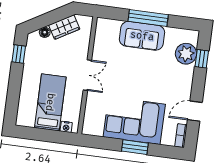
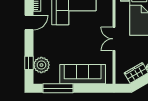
window: (148, 18) -> (58, 88), moved
sofa: (142, 36) -> (83, 74), width x1.36

